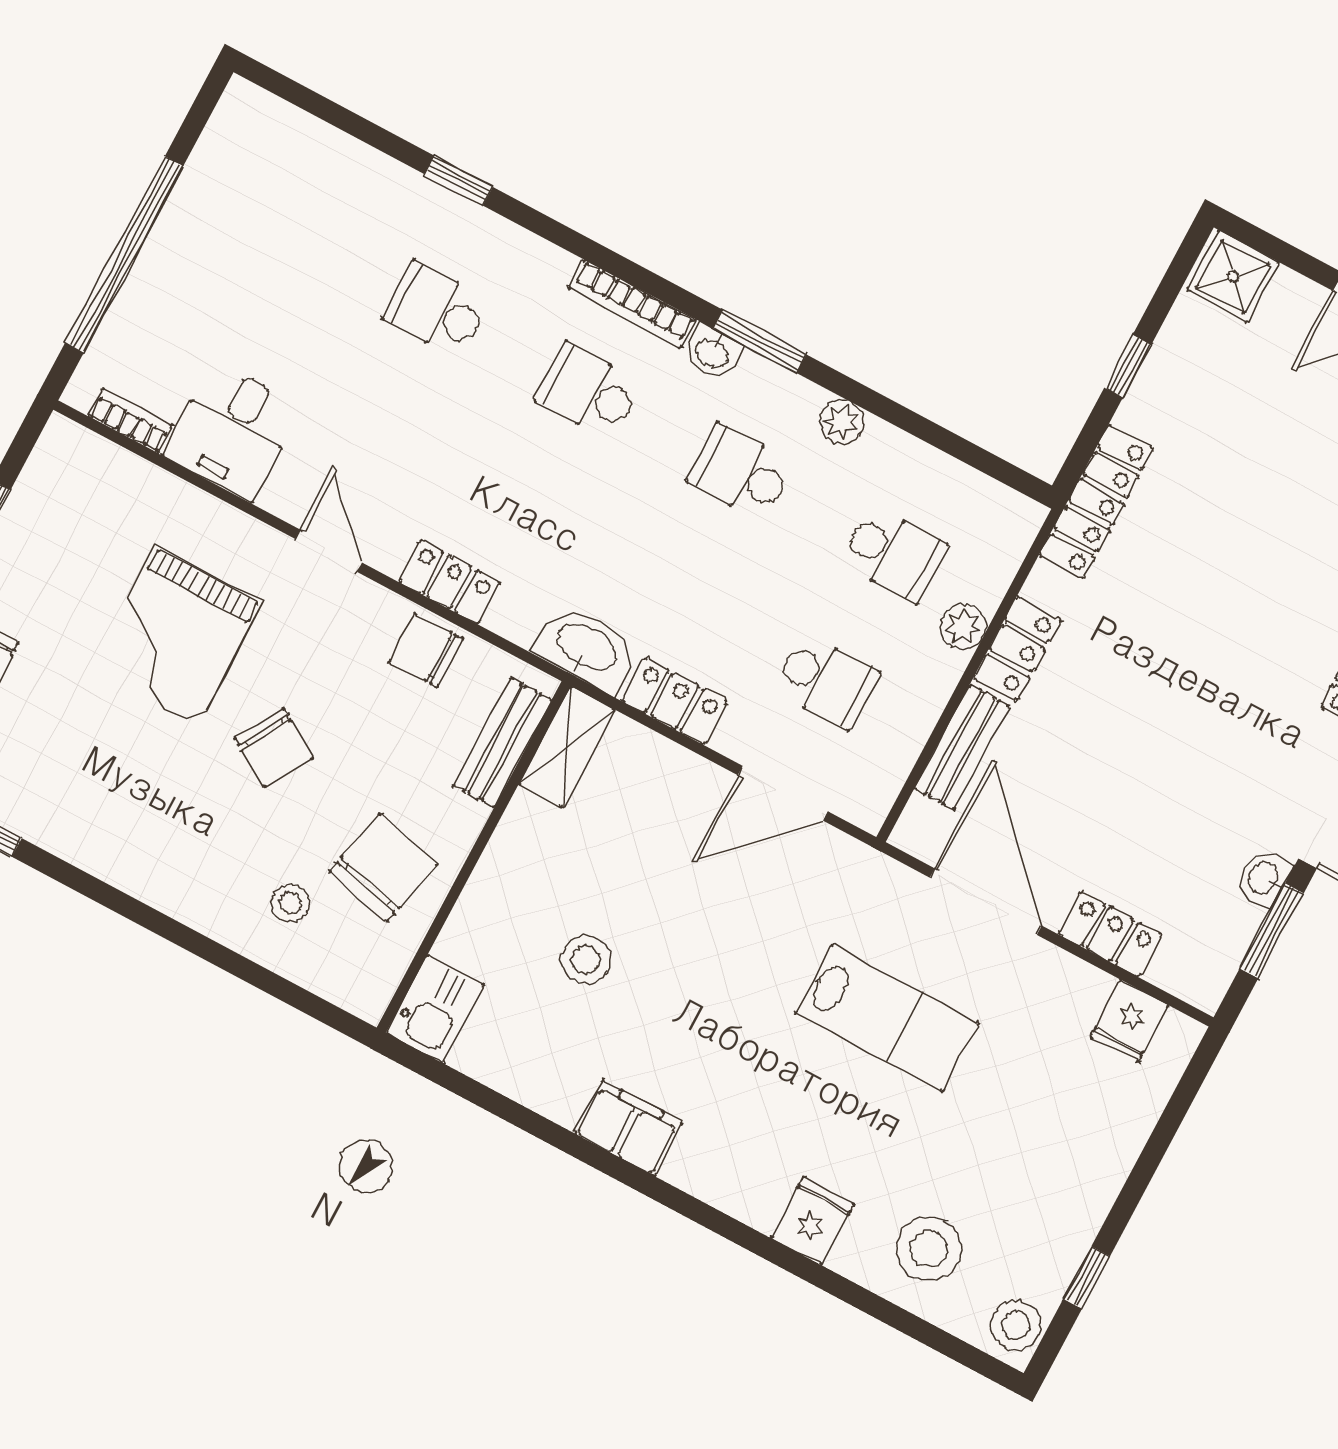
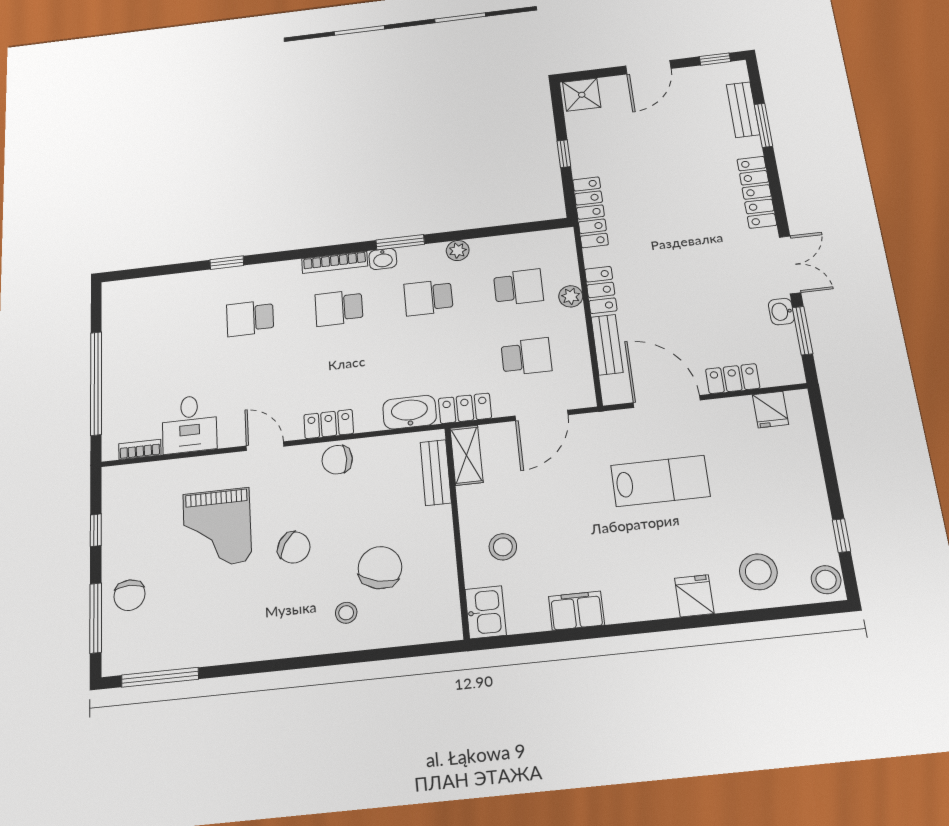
bench: (502, 743) -> (436, 472), moved
shelving: (567, 747) -> (466, 455), moved
wall: (474, 857) -> (457, 531), moved
kitchen sink: (435, 1009) -> (486, 612), moved

